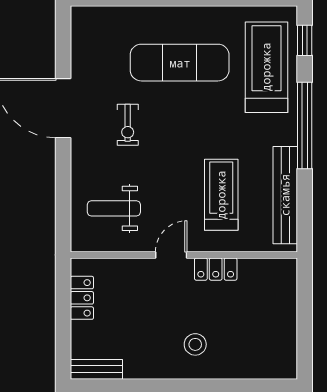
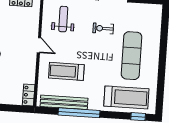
window: (305, 125) -> (79, 113), moved
treadmill: (221, 195) -> (66, 71), turned 180
locker: (216, 269) -> (29, 95), moved

